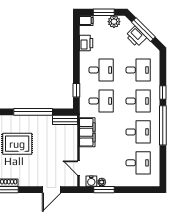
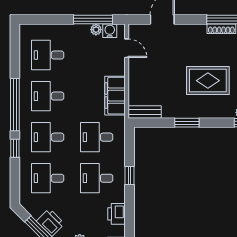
window: (76, 90) -> (129, 175), moved
window: (33, 112) -> (187, 123), width x0.47
window: (104, 190) -> (93, 20), width x1.44

